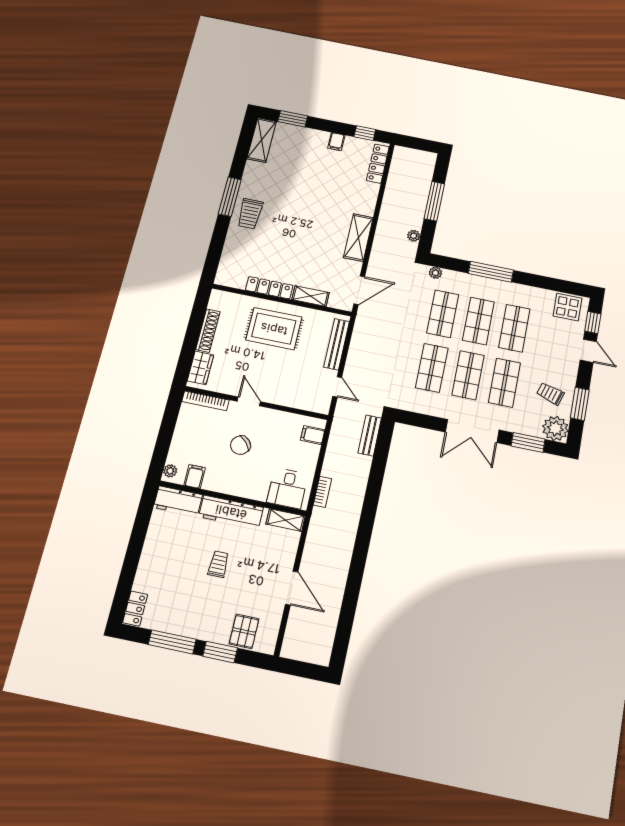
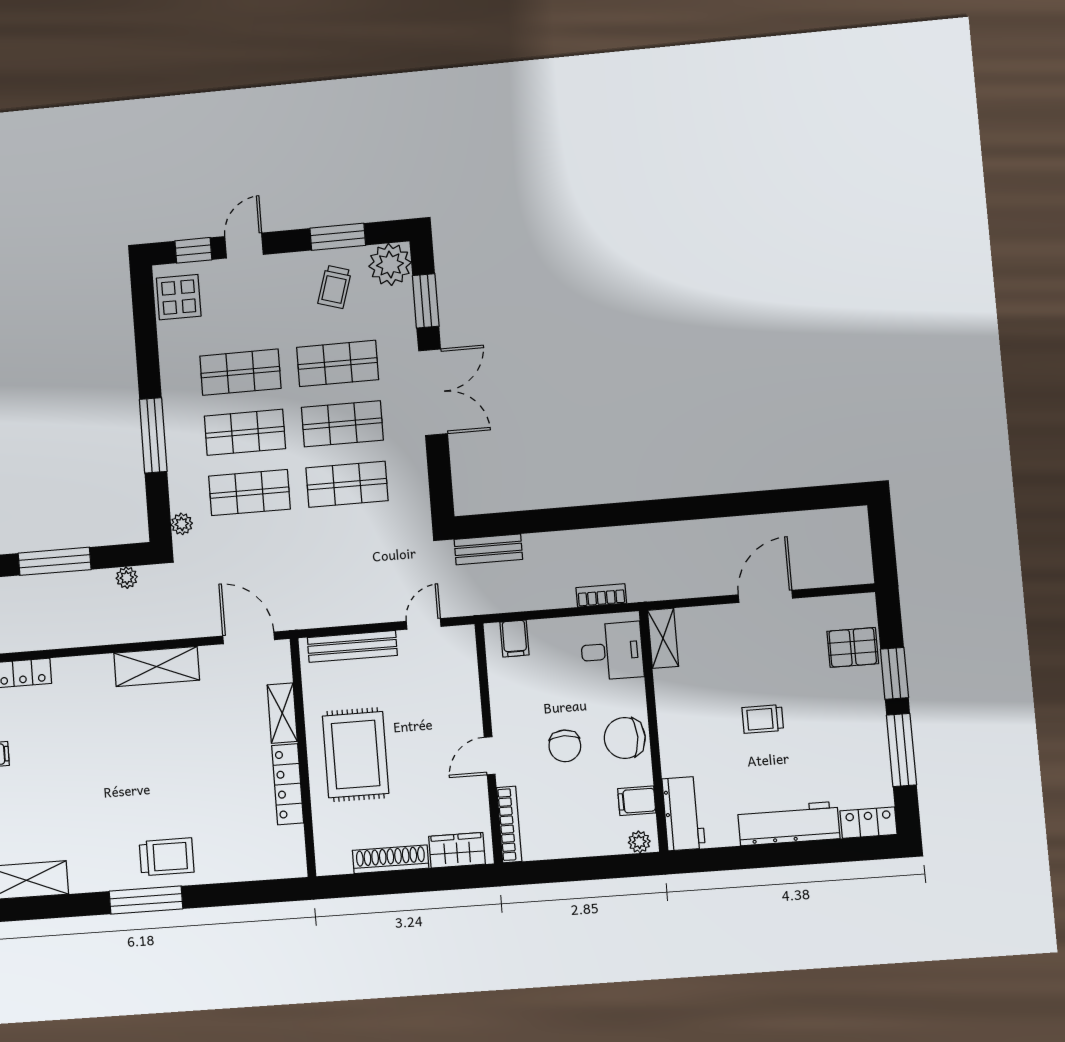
chair: (240, 445) -> (565, 746), turned 42
chair: (234, 481) -> (625, 738), added
workbench: (231, 512) -> (789, 824), moved, turned -90

